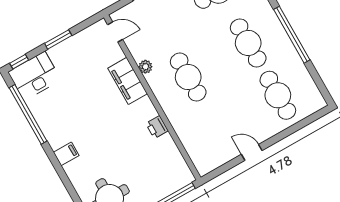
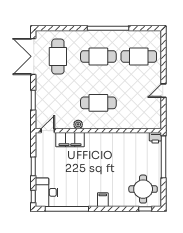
filing cabinet: (128, 81) -> (70, 140), moved
printer: (157, 127) -> (155, 138), moved

